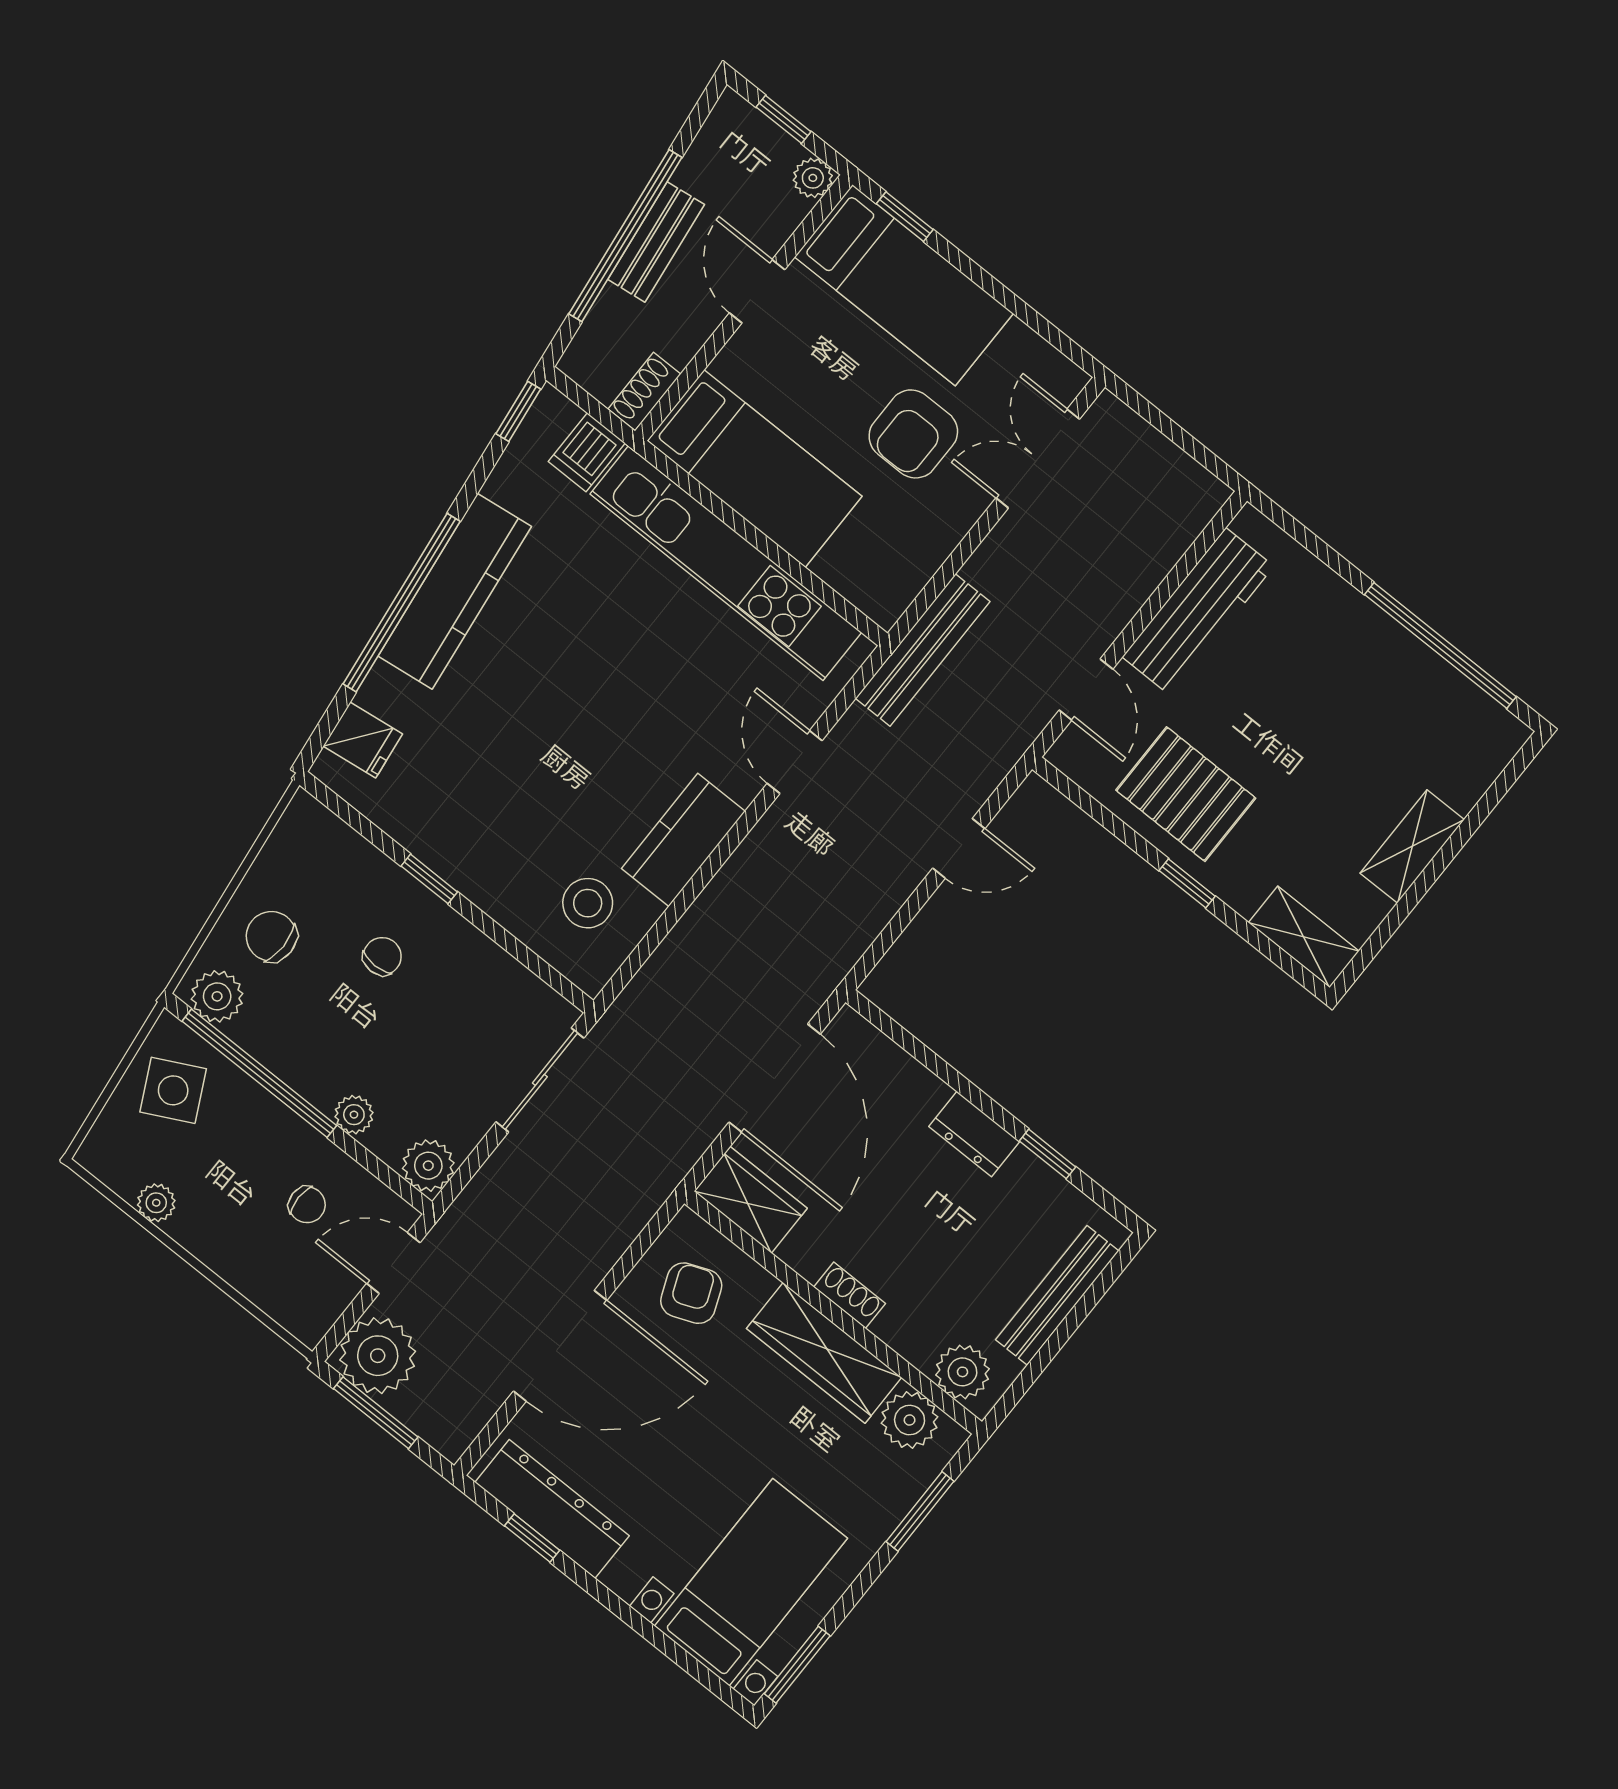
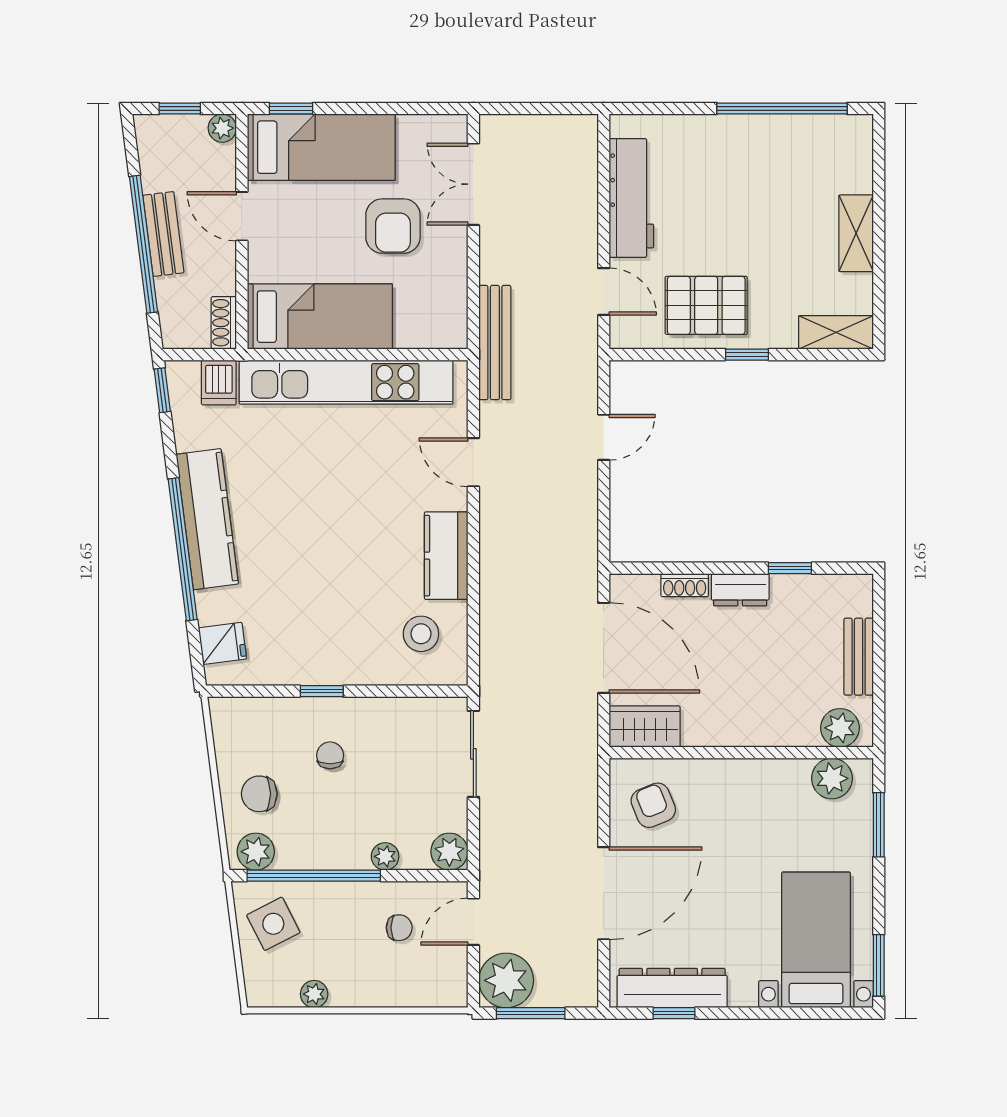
shoe rack: (850, 1295) -> (685, 585), moved, turned 180
bench: (1057, 1295) -> (859, 657), width x0.73
wardrobe: (824, 1353) -> (754, 779), removed

